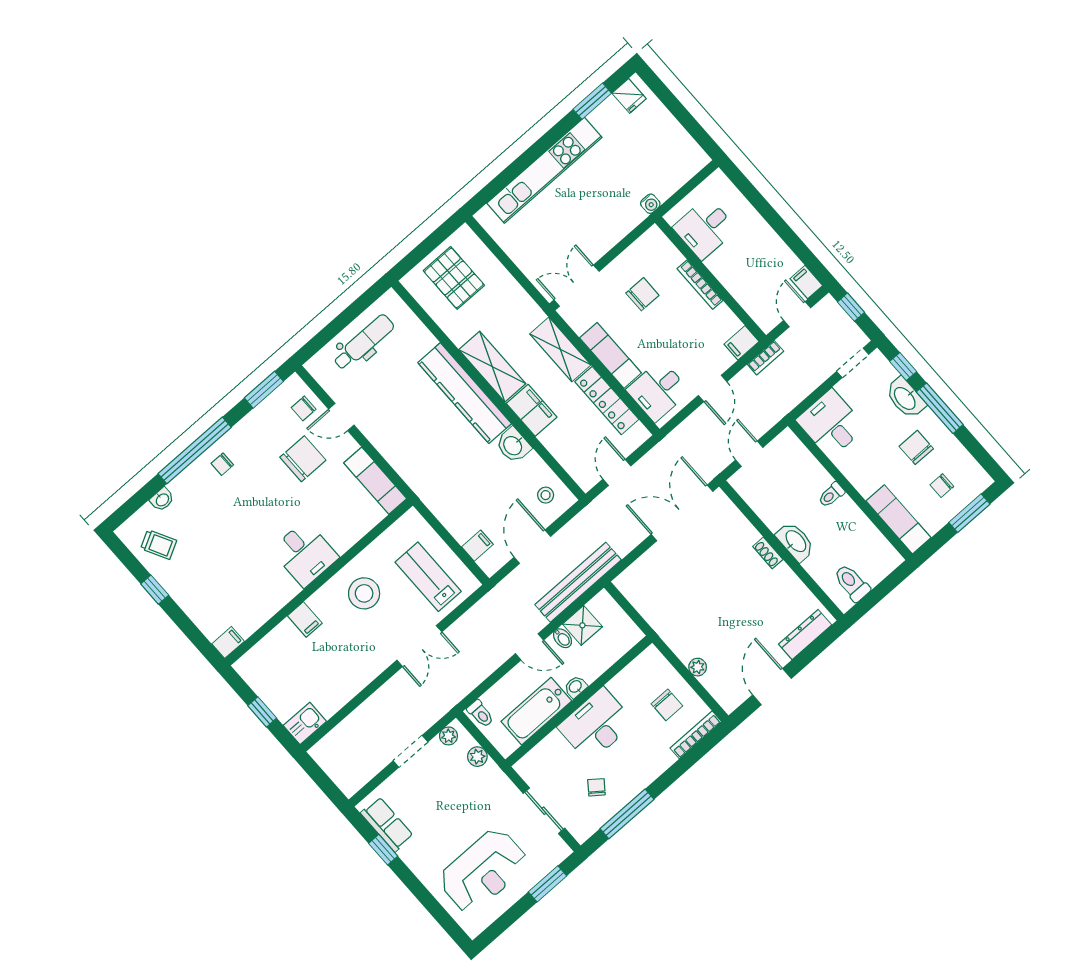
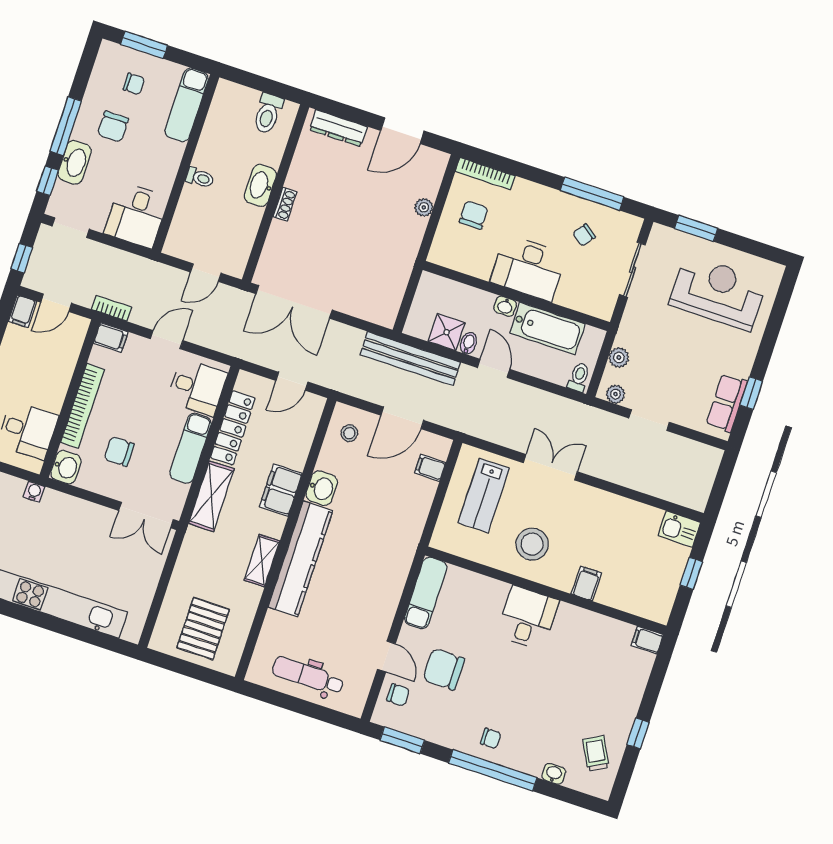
washbasin: (655, 242) -> (66, 467), added
bookcase: (700, 284) -> (83, 406), width x1.48, depth x1.31
shelving: (492, 367) -> (262, 561), width x0.67, depth x0.75

